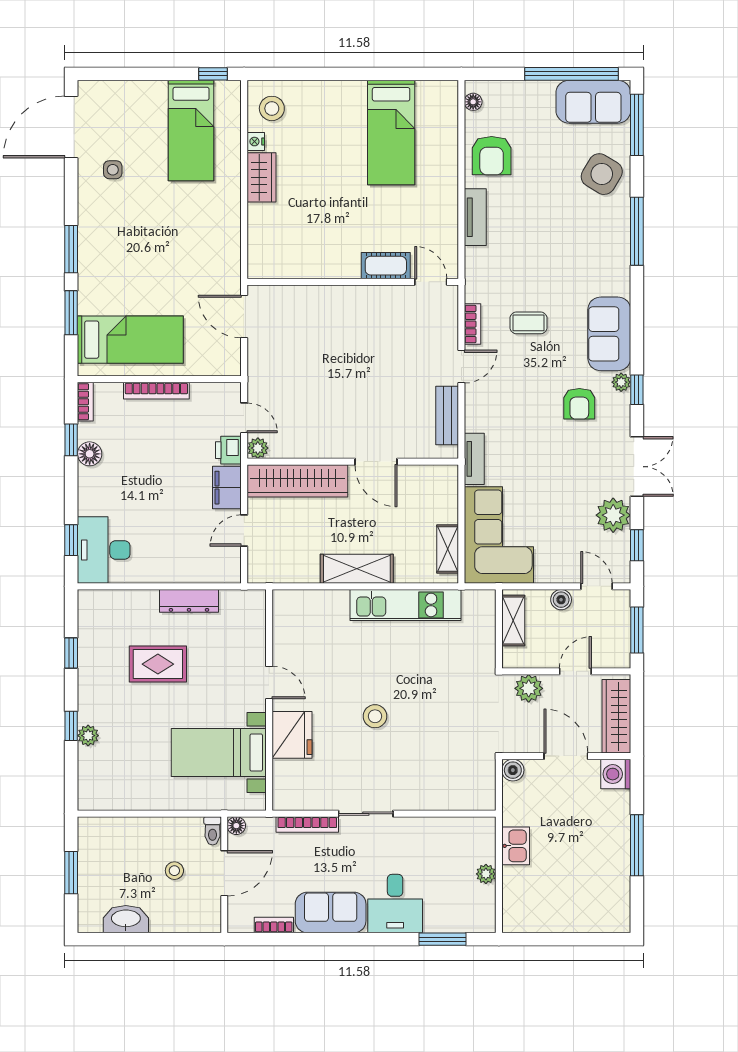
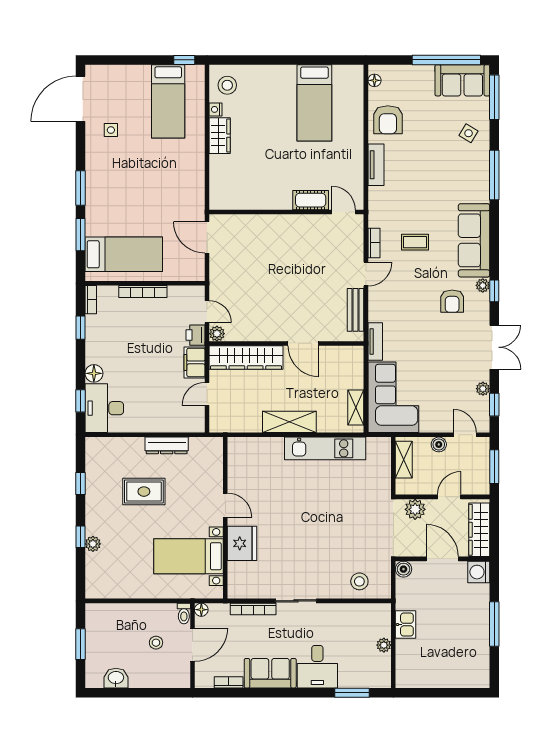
side table: (602, 174) -> (469, 133), width x0.54, depth x0.54
sofa: (609, 334) -> (474, 240), width x1.36
floor lamp: (90, 454) -> (94, 373), moved
plant: (613, 515) -> (483, 389), width x0.53, depth x0.53
stool: (375, 716) -> (359, 581), moved
washbasin: (126, 919) -> (116, 678), width x0.72

